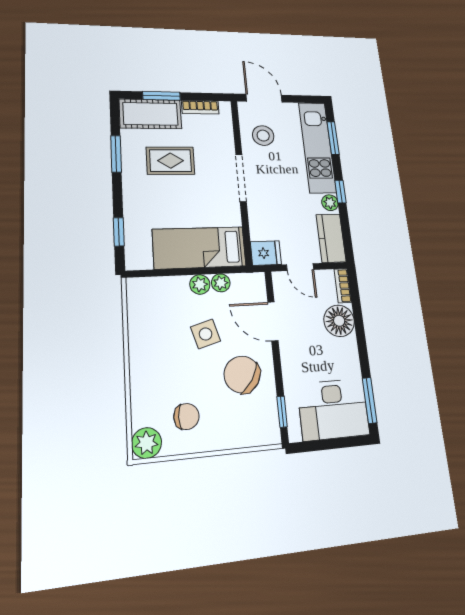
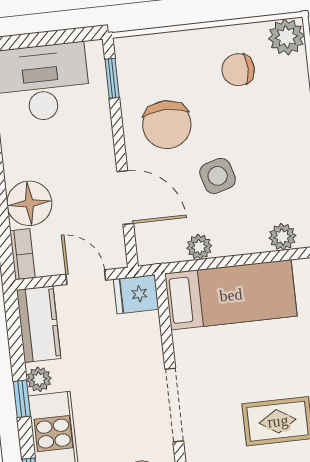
plant: (200, 284) -> (282, 237), moved
chair: (242, 375) -> (167, 125), turned 57

